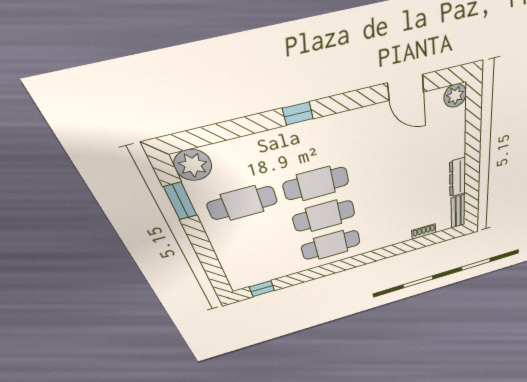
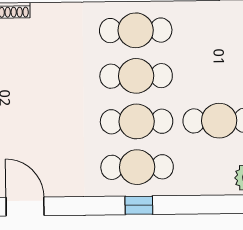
cafe table: (307, 147) -> (137, 167), added

